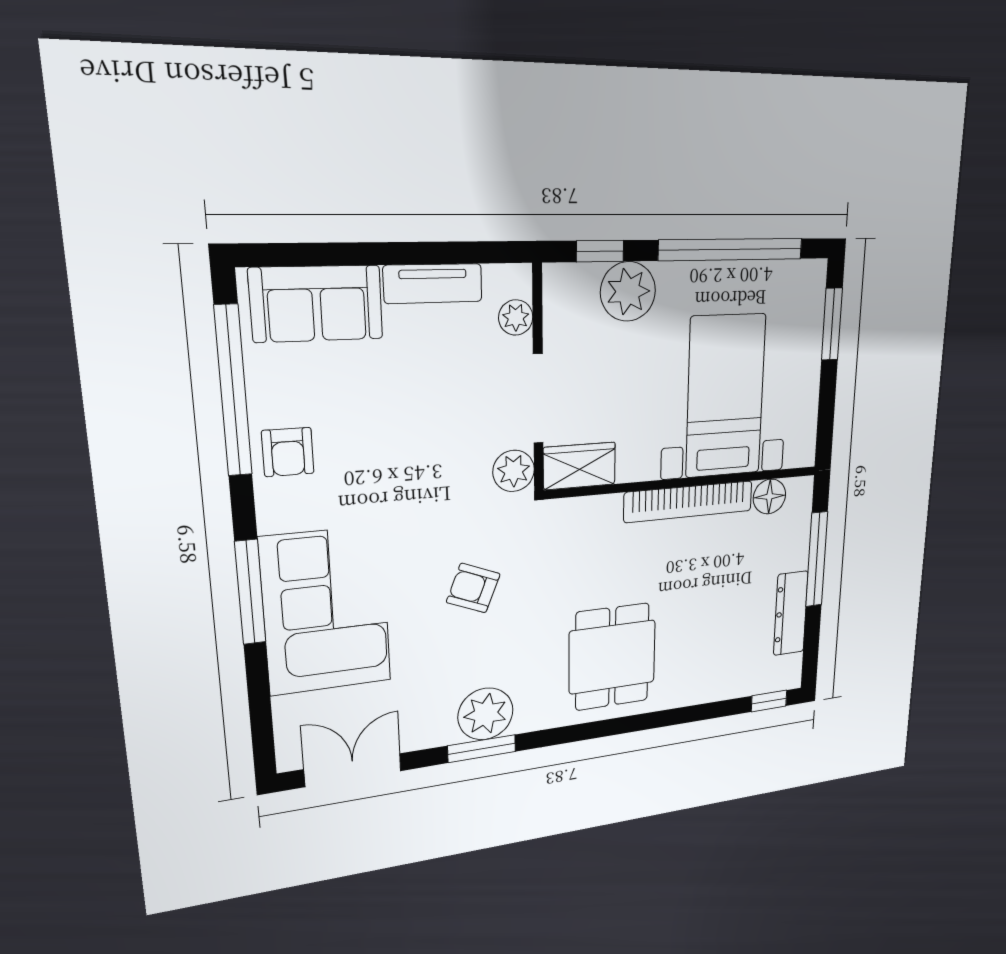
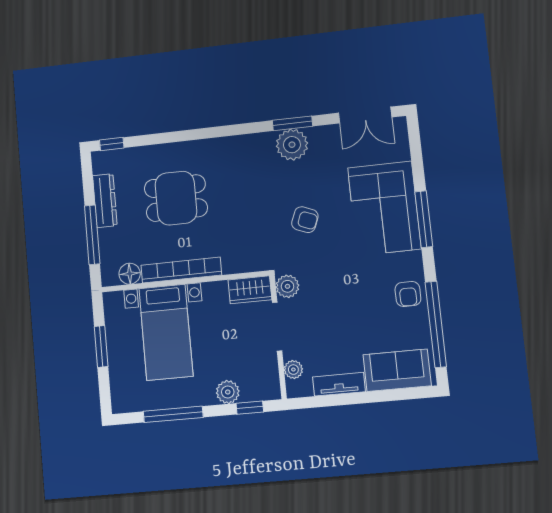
window: (731, 250) -> (173, 414), width x0.68
plant: (628, 291) -> (228, 392), width x0.73, depth x0.73
window: (832, 324) -> (101, 346), moved
armchair: (288, 452) -> (408, 294), turned 180
dining table: (612, 657) -> (176, 198), moved, turned 90

